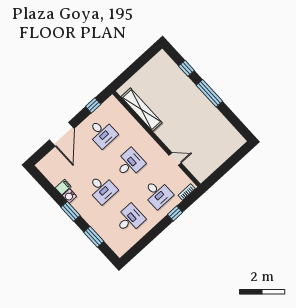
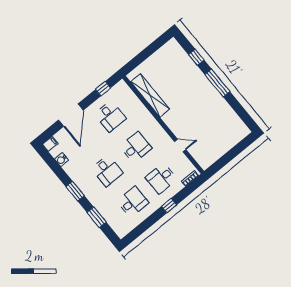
filing cabinet: (63, 187) -> (50, 144), moved
desk: (158, 194) -> (161, 178), turned 90
water cooler: (69, 196) -> (61, 160), moved
window: (175, 213) -> (169, 206), moved

